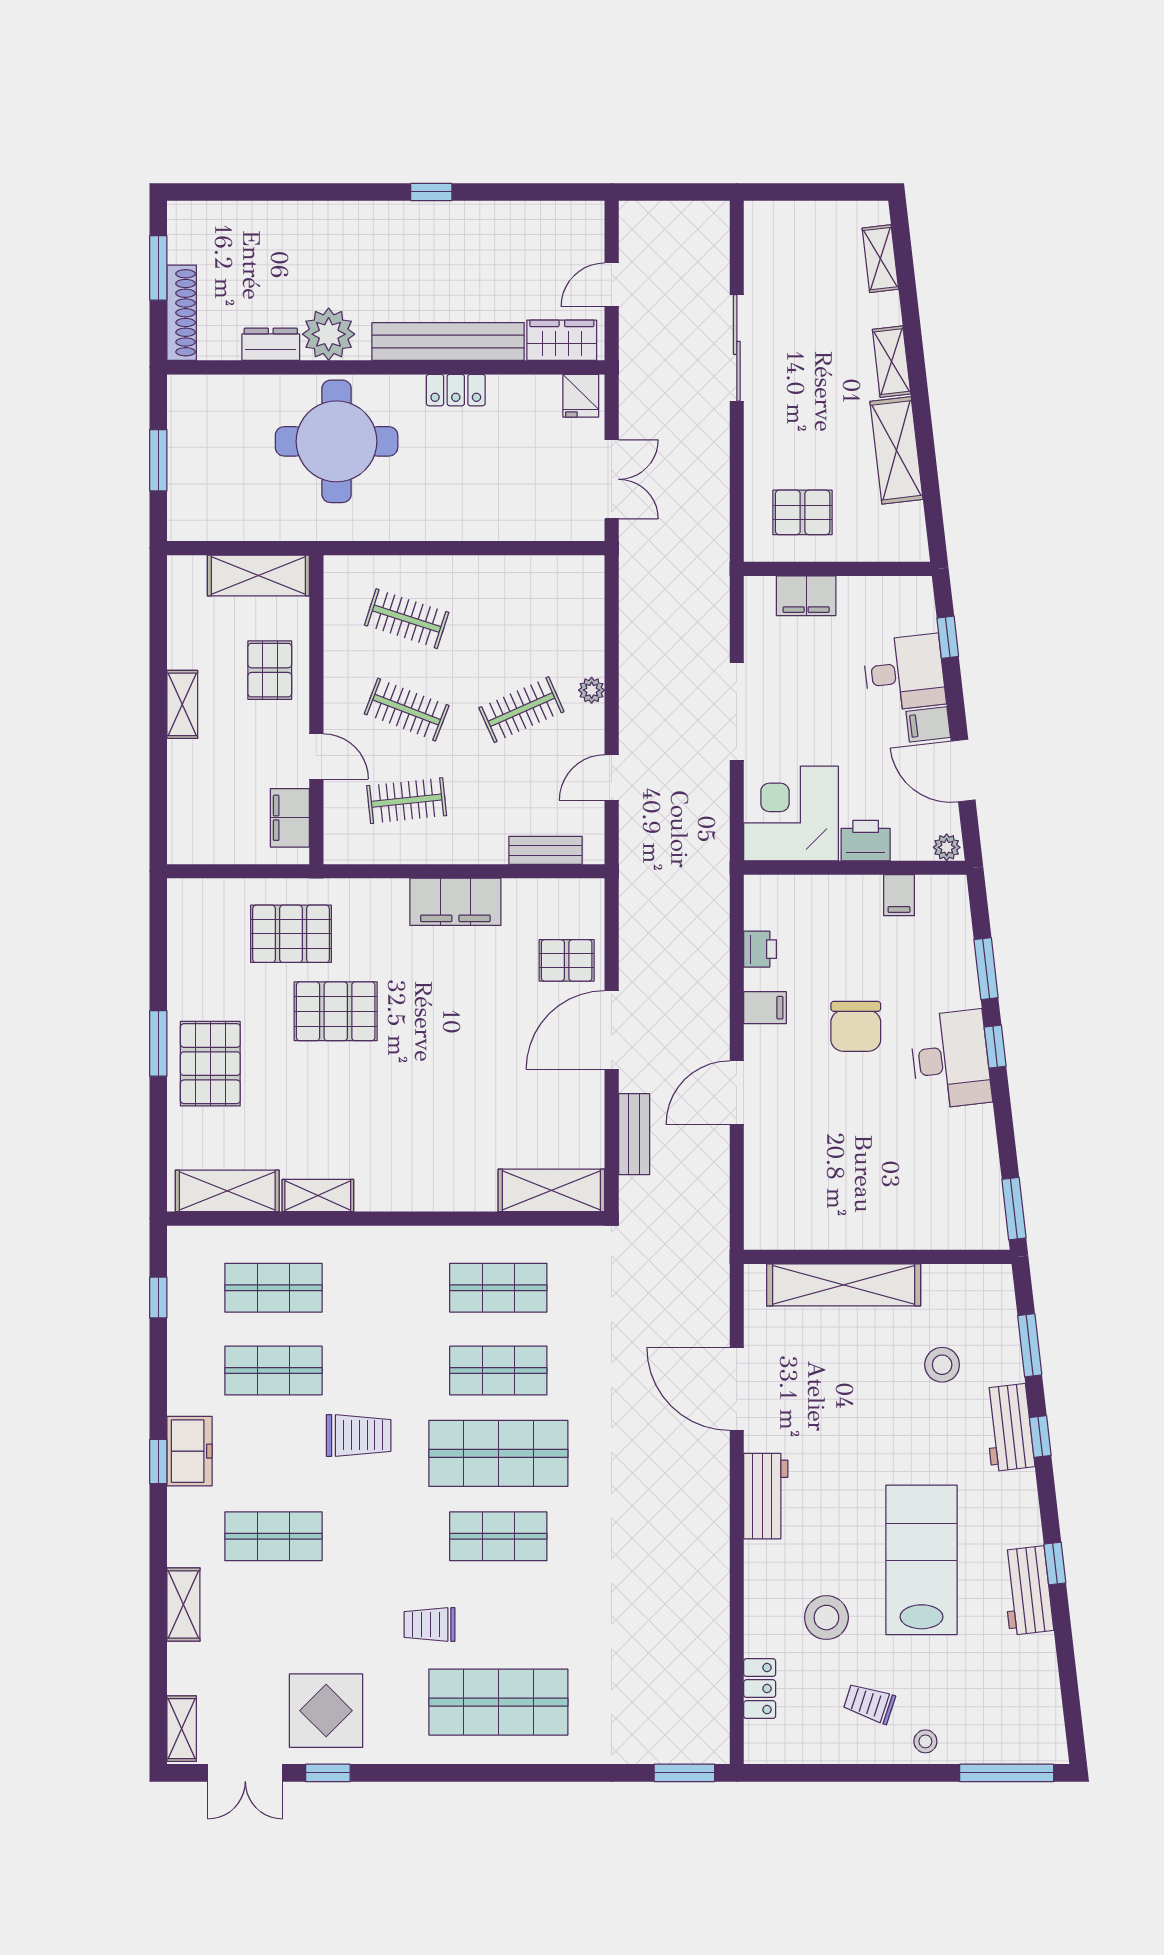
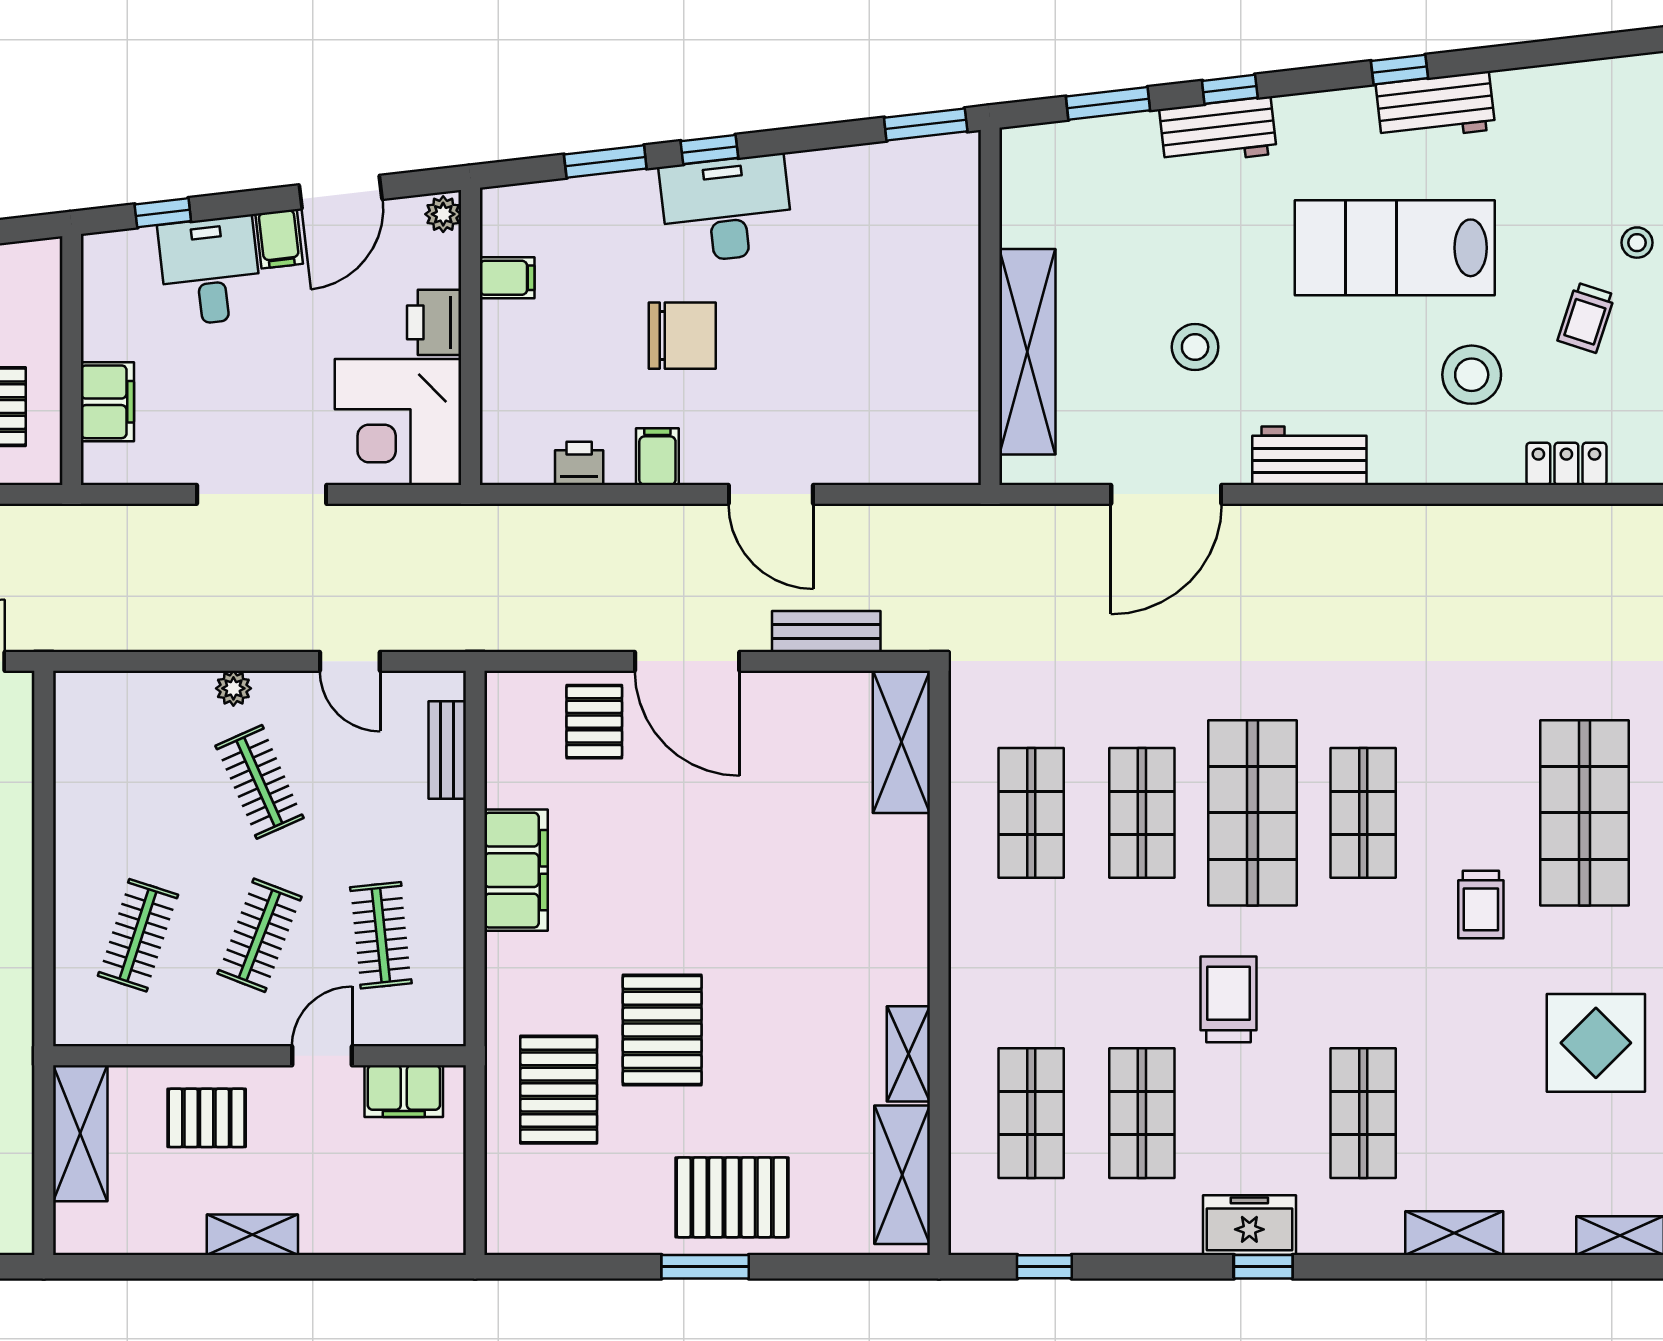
stool: (942, 1365) -> (1195, 347), moved

